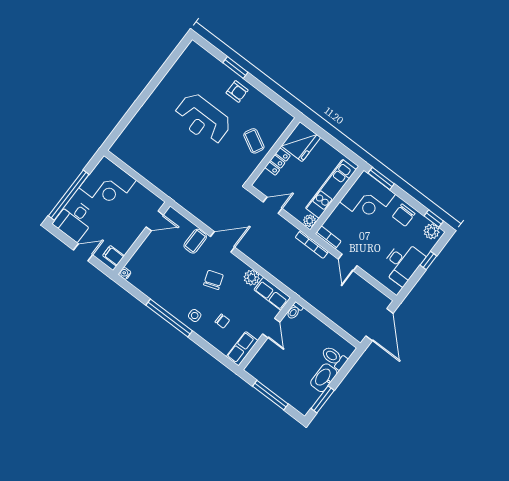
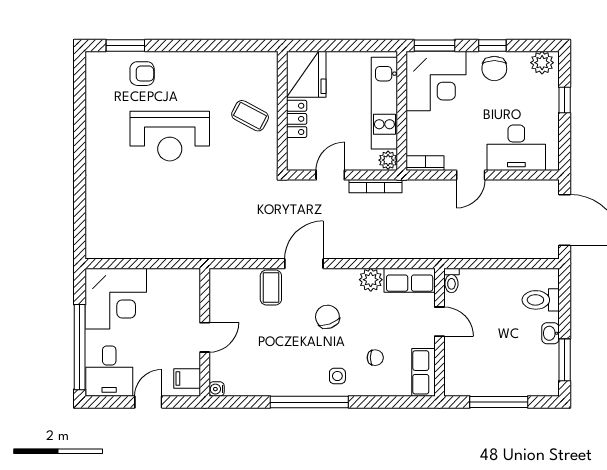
window: (235, 68) -> (125, 46), moved
armchair: (237, 91) -> (142, 74), moved
window: (434, 219) -> (492, 46), moved
door: (155, 221) -> (205, 337), moved
bookcase: (312, 245) -> (375, 186), moved
door: (348, 262) -> (471, 175), hinge flipped
desk: (402, 263) -> (516, 148), moved, turned 90
washbasin: (324, 378) -> (550, 333), width x0.52, depth x0.69

